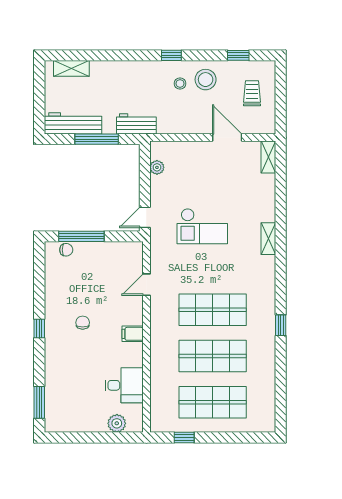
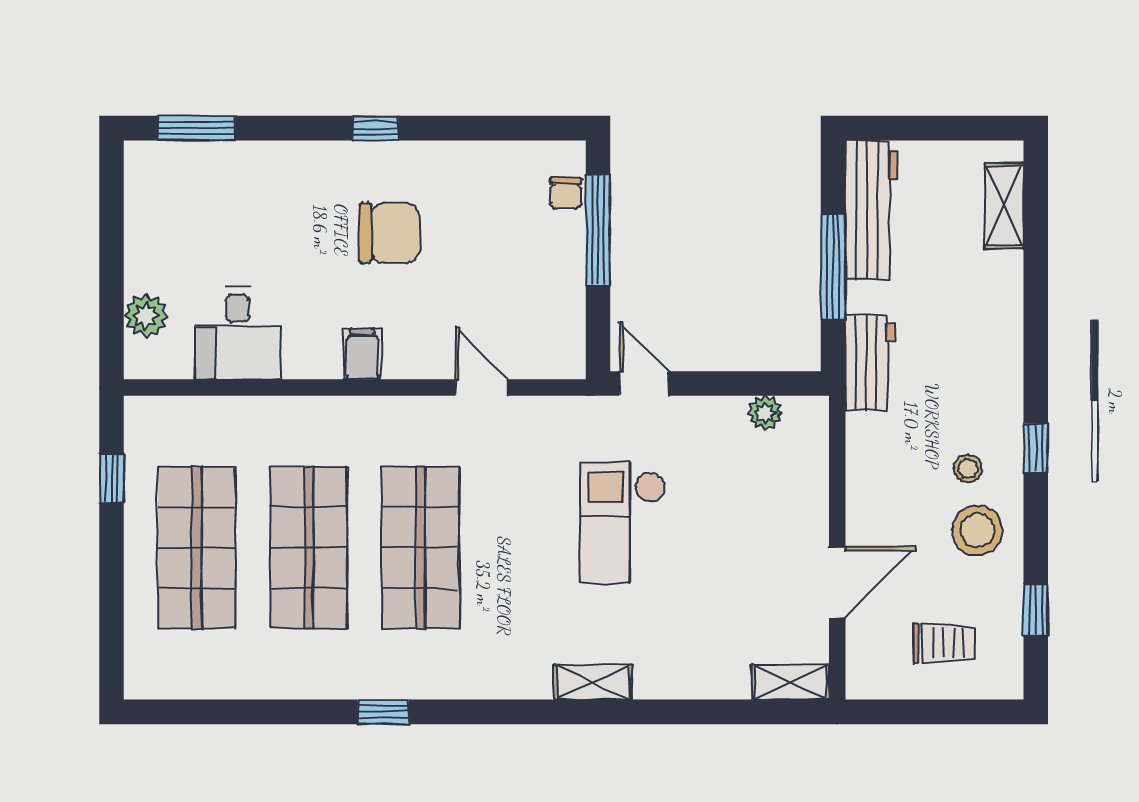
chair: (83, 323) -> (389, 233), width x1.87, depth x1.87

